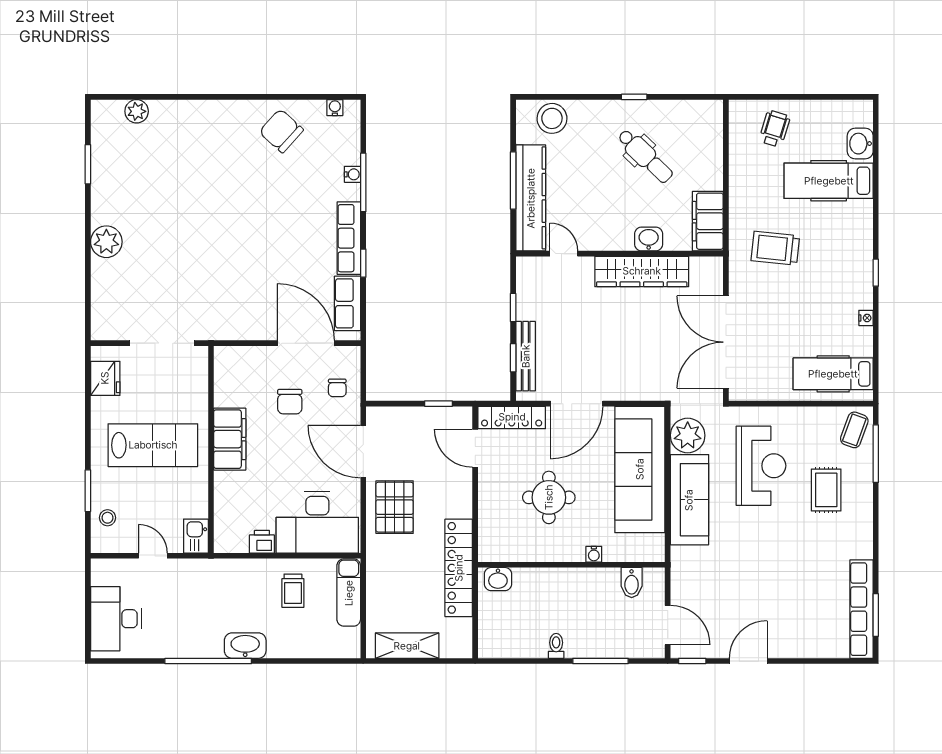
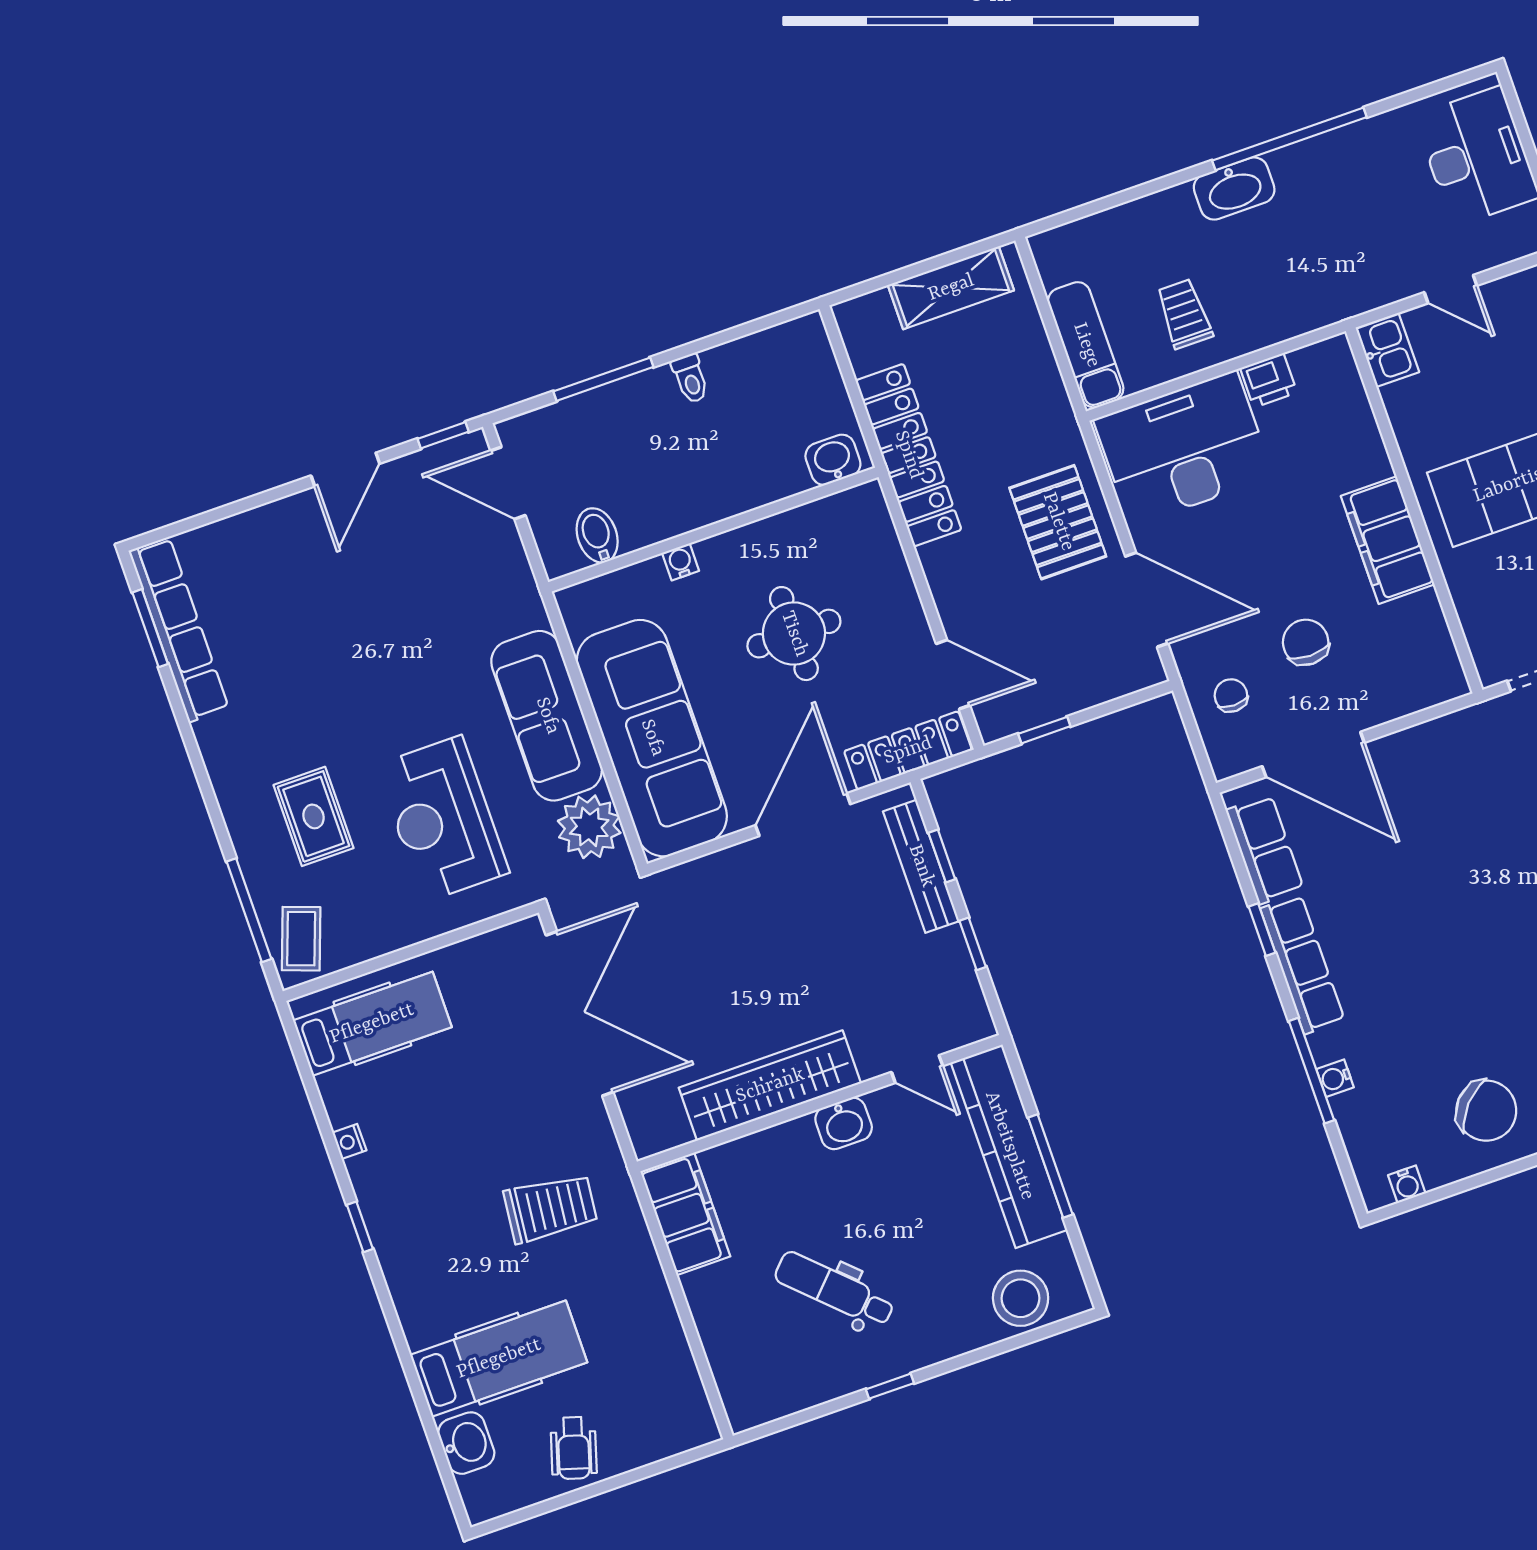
wheelchair: (775, 129) -> (574, 1448), moved
washbasin: (649, 239) -> (844, 1123), moved

